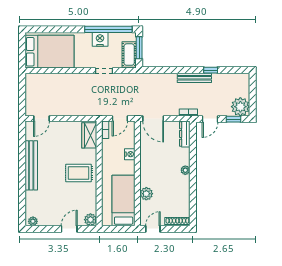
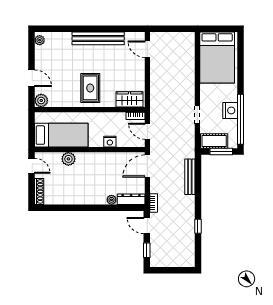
bench: (194, 78) -> (190, 177), moved
plant: (240, 107) -> (160, 257), removed
plant: (185, 170) -> (112, 200), moved

